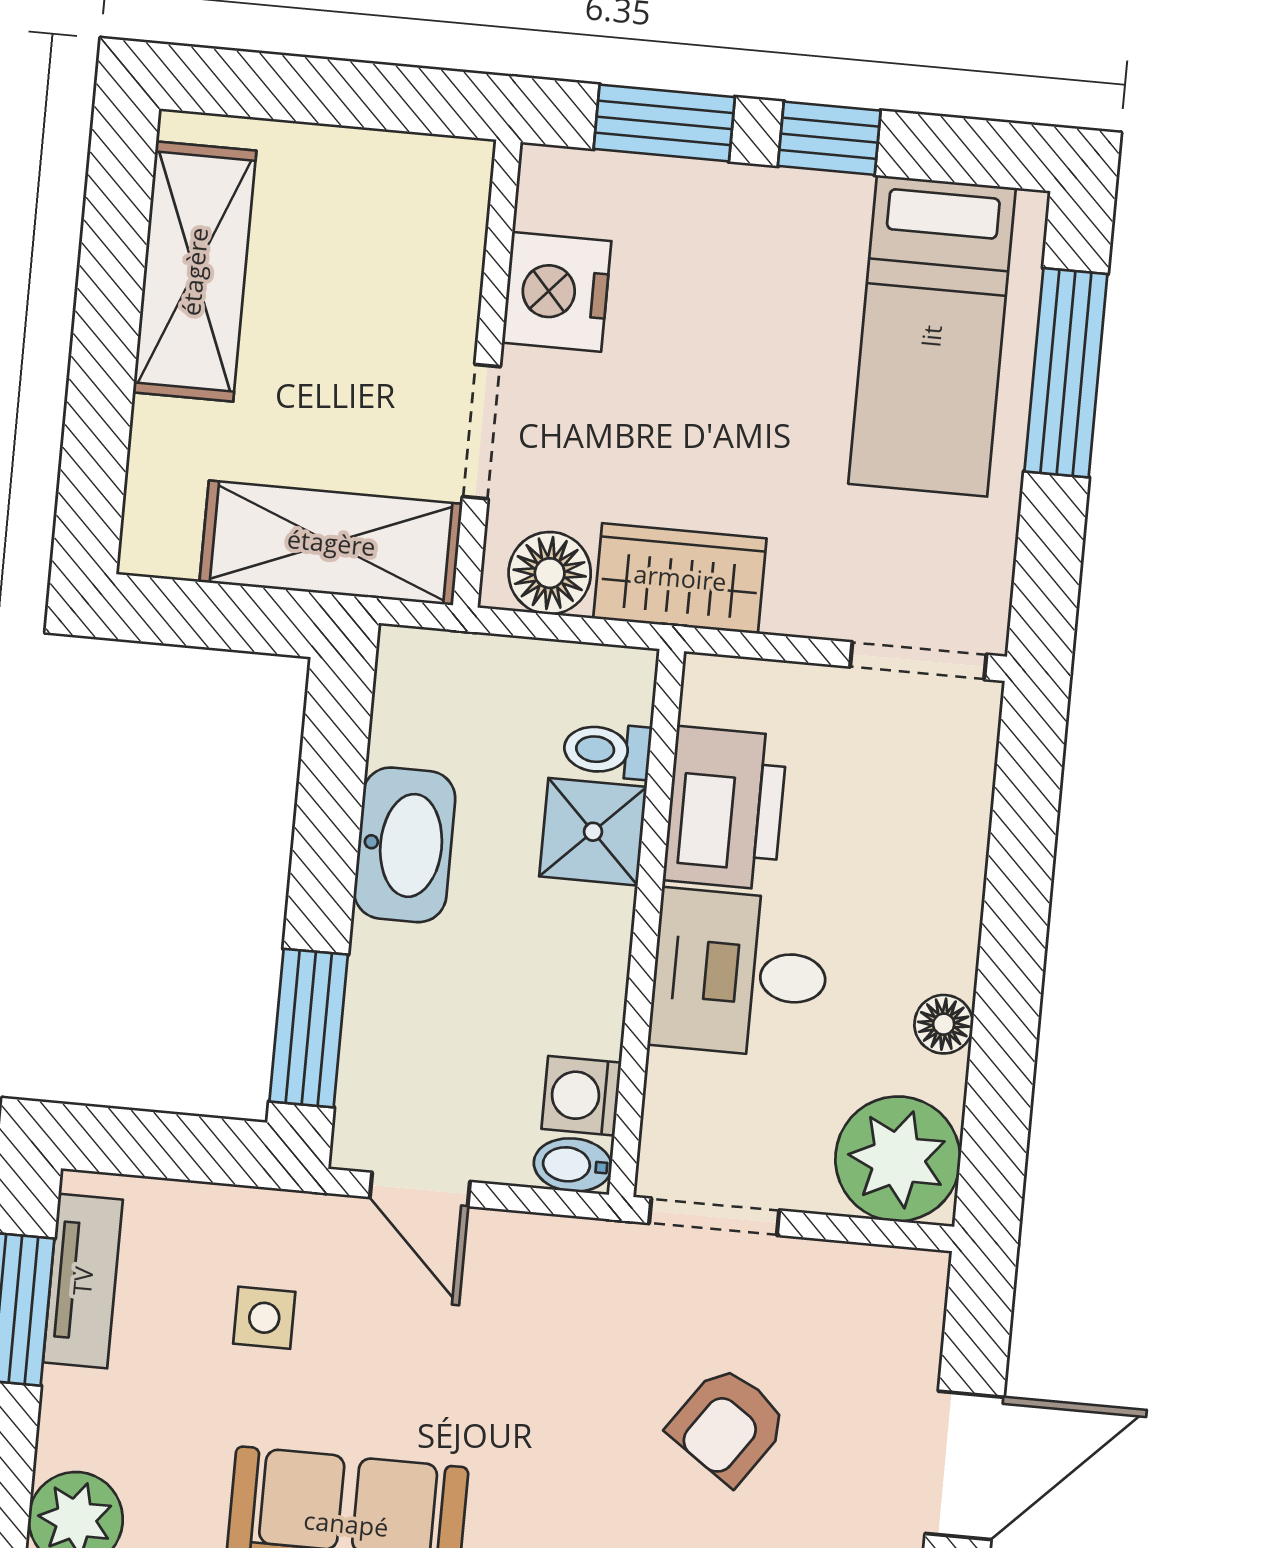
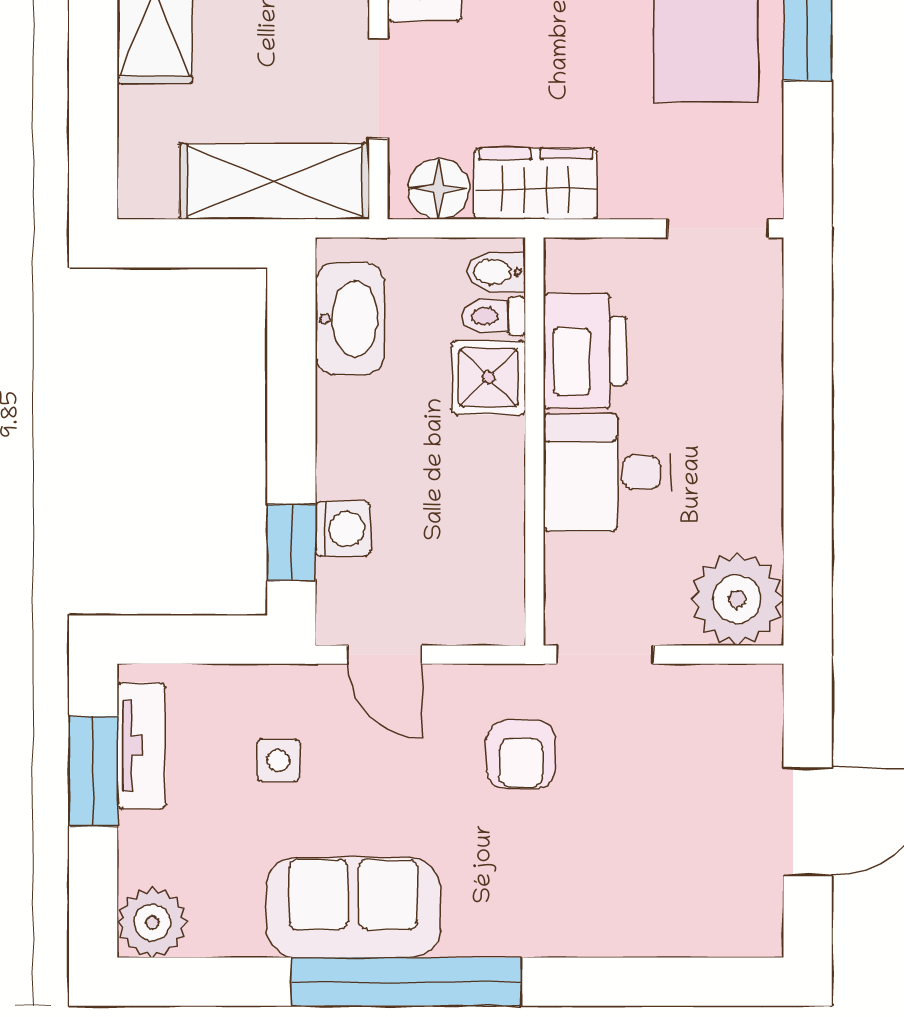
washbasin: (405, 845) -> (350, 319), moved
floor lamp: (944, 1024) -> (762, 496), removed
window: (309, 1028) -> (291, 543), width x0.67
washing machine: (581, 1096) -> (343, 529), moved, turned 180
bidet: (573, 1165) -> (496, 272), moved
armchair: (728, 1425) -> (521, 754), moved, turned -35

